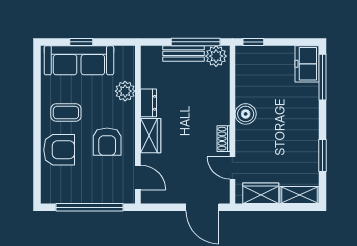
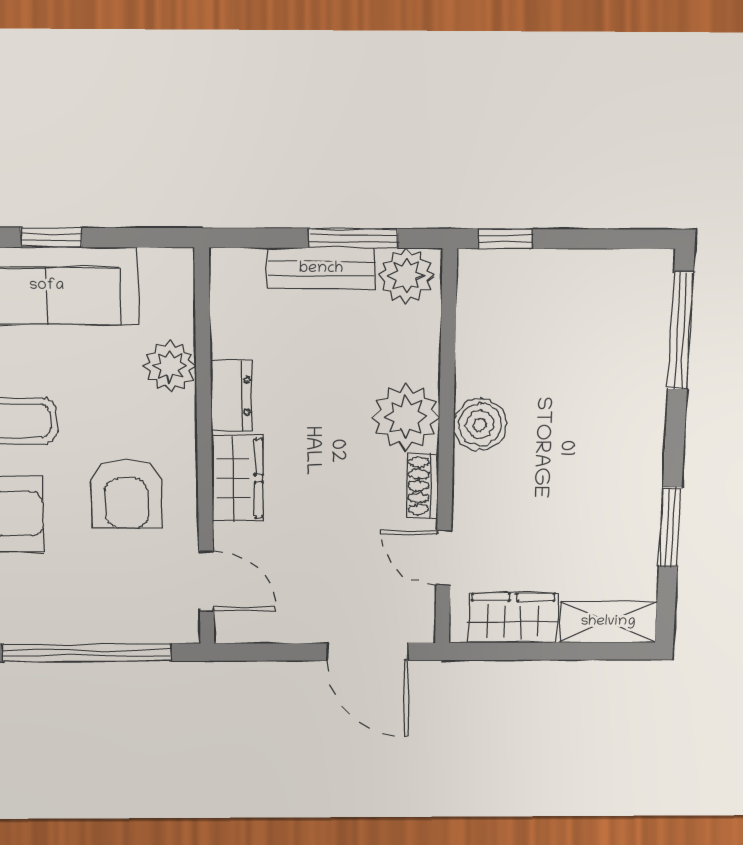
window: (196, 42) -> (353, 238), width x0.69
freezer: (307, 64) -> (642, 296), removed
plant: (217, 111) -> (406, 417), added

